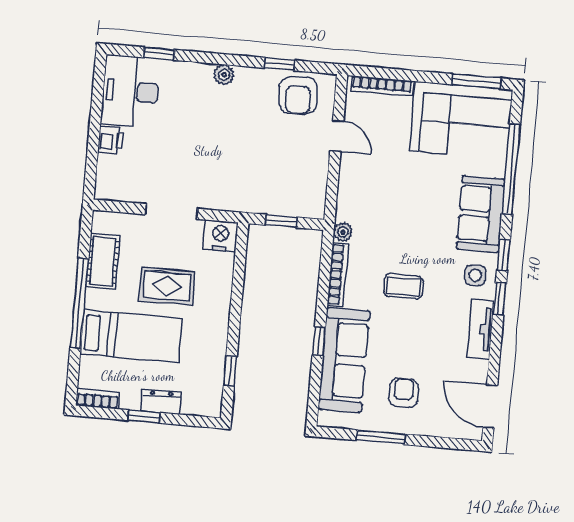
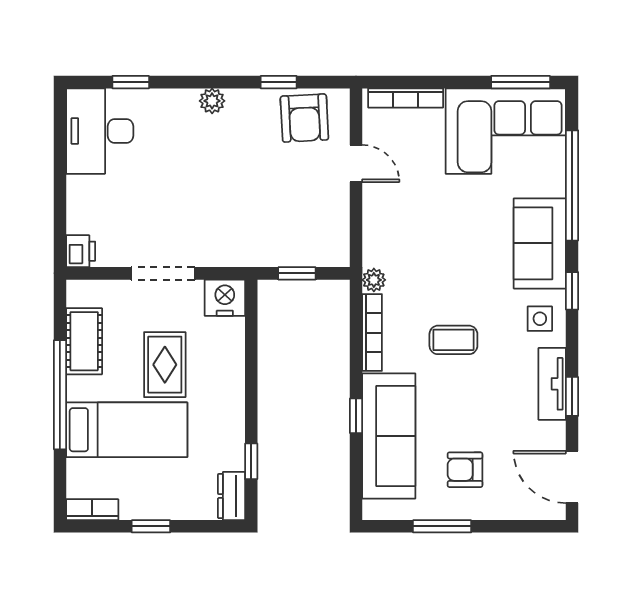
printer: (111, 140) -> (81, 251), moved
rug: (167, 286) -> (165, 365), turned 90
window: (500, 299) -> (572, 396), moved
armchair: (404, 393) -> (465, 470), turned -90
dresser: (161, 402) -> (231, 496), moved, turned -90

